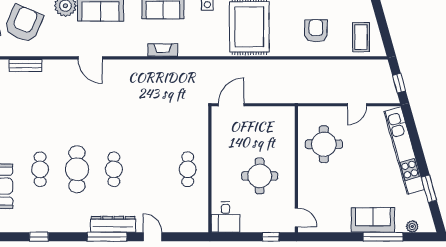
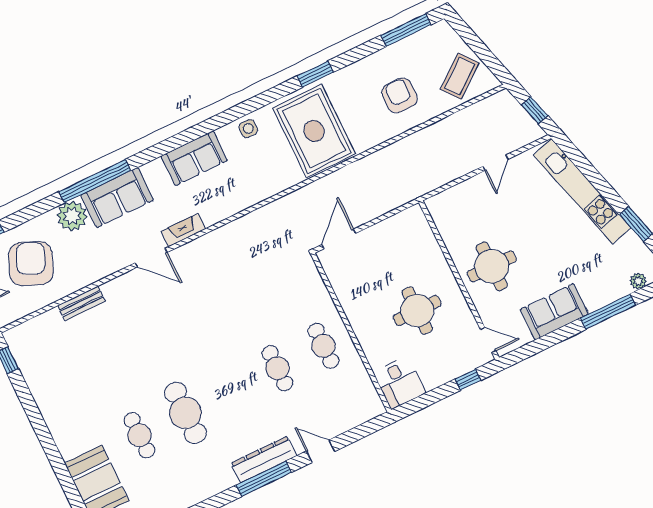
coffee table: (361, 37) -> (460, 76), turned 52
fireplace: (163, 50) -> (183, 230), moved
door: (90, 58) -> (151, 258), moved
bench: (25, 65) -> (81, 303), moved
round table: (324, 144) -> (492, 266), moved
cafe table: (114, 169) -> (277, 368), moved
sofa: (373, 220) -> (554, 312), moved

